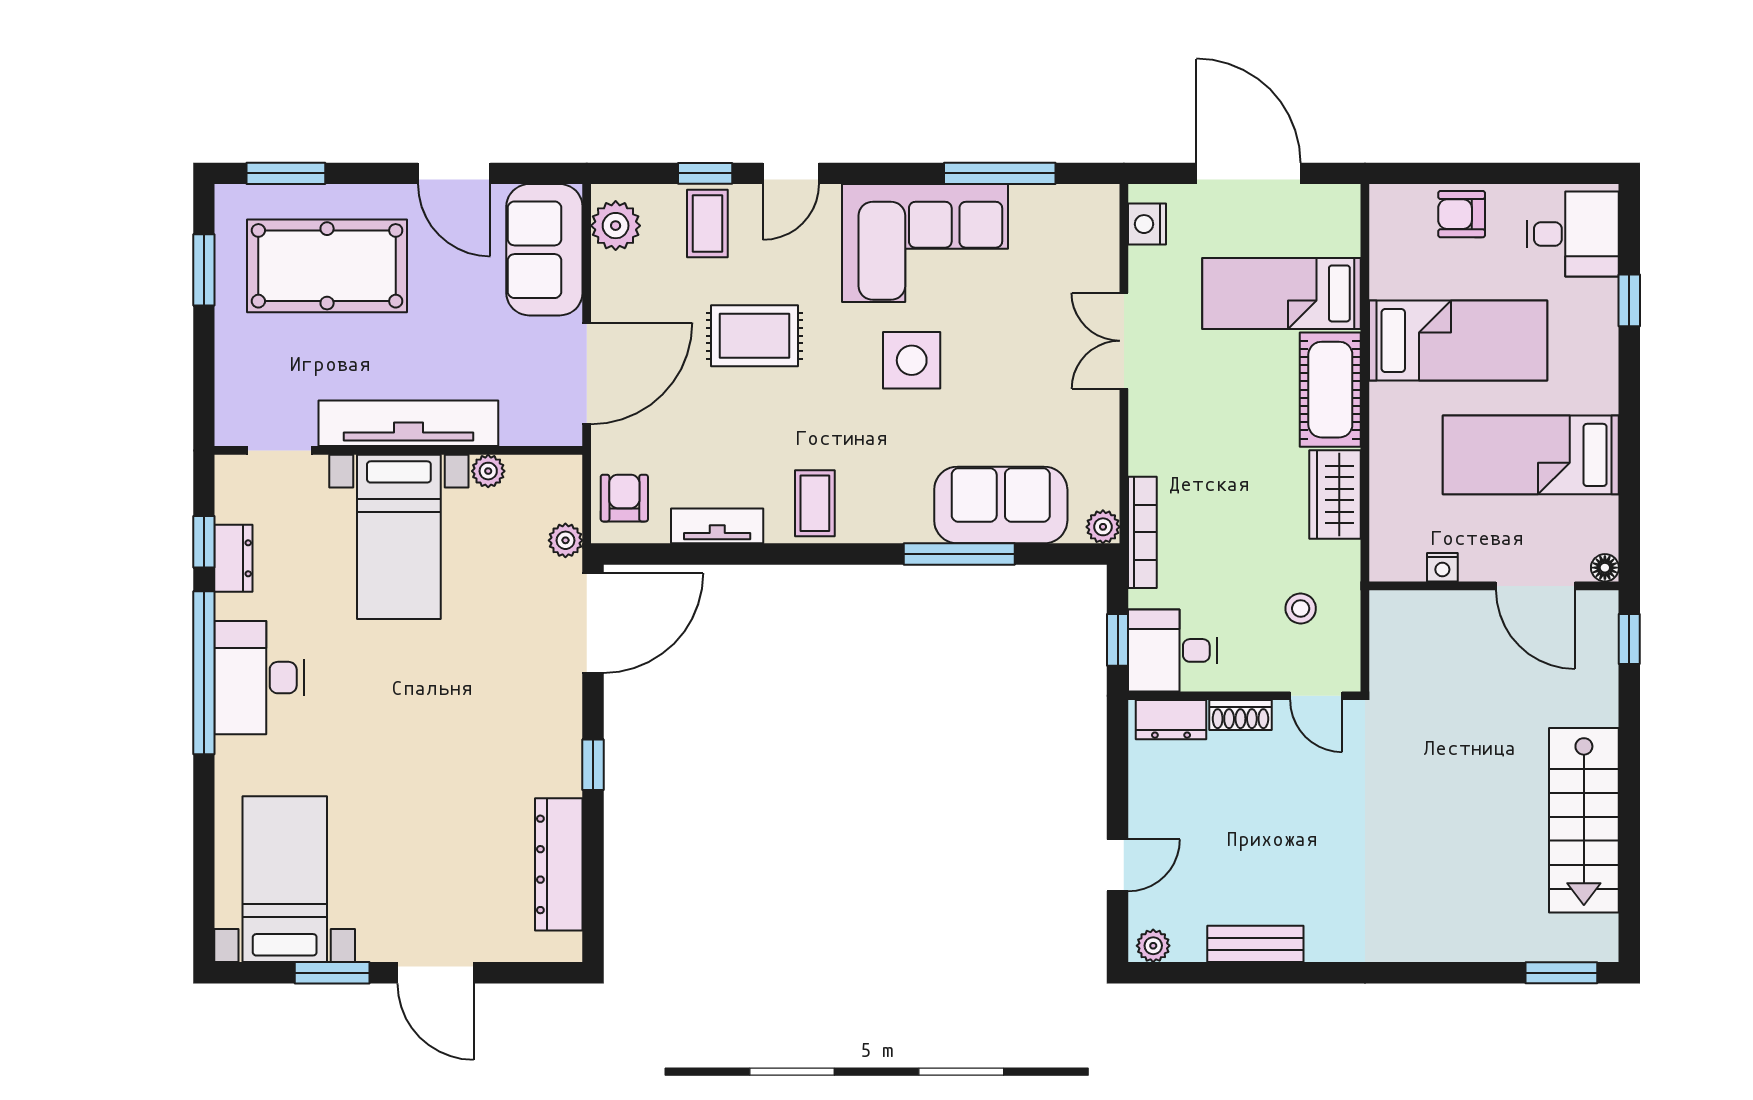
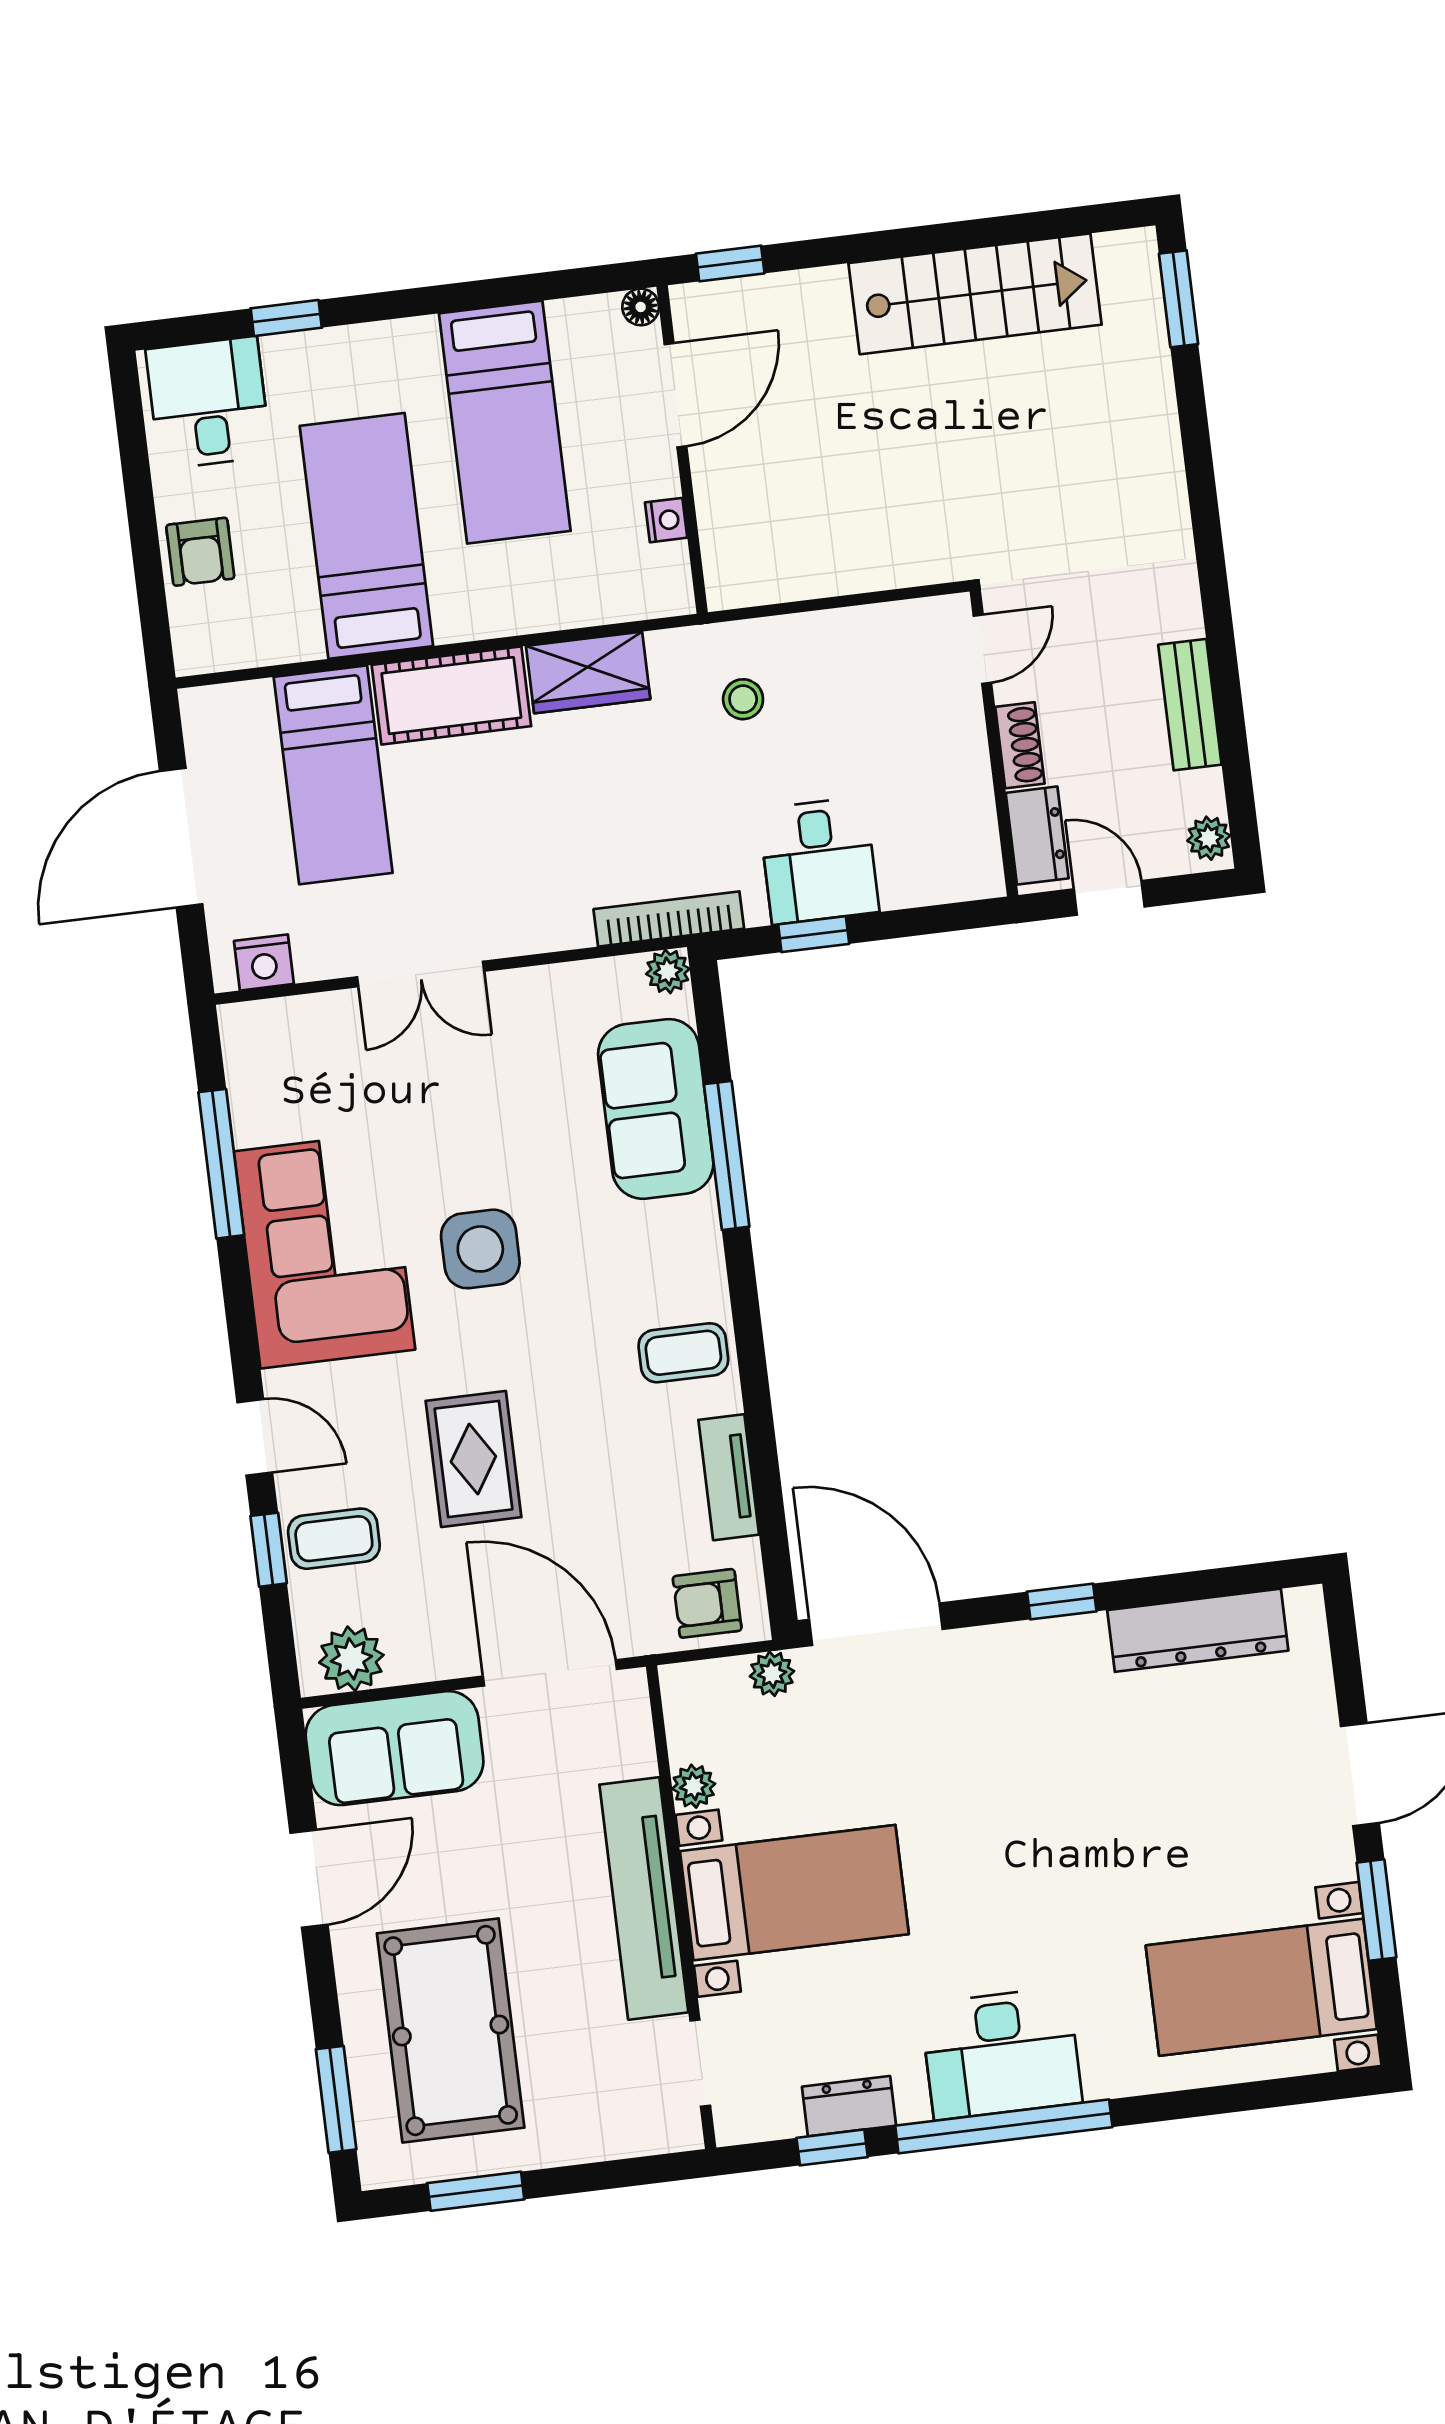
wall: (1244, 696) -> (994, 743), moved
door: (1316, 696) -> (982, 649), moved
shoe rack: (1240, 715) -> (1020, 745), moved
dresser: (1171, 720) -> (1037, 836), moved

